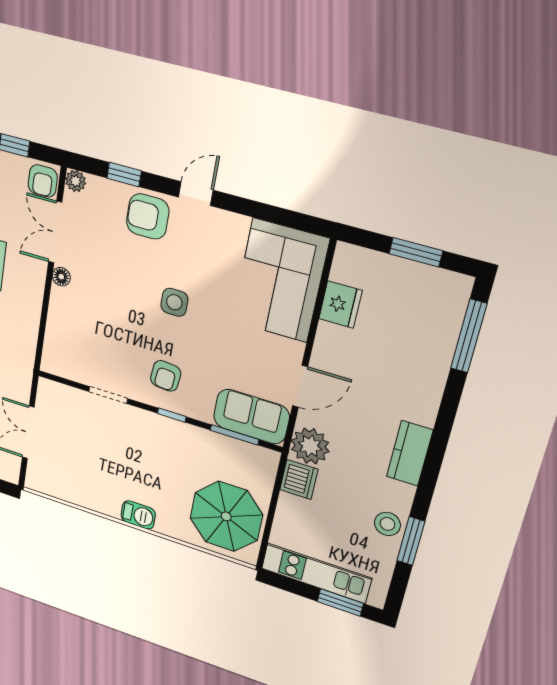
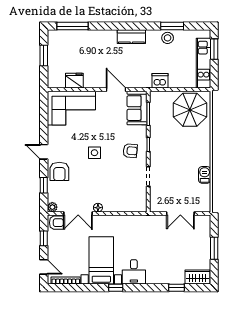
plant: (310, 446) -> (142, 79), removed
barbecue: (138, 515) -> (205, 175), moved

